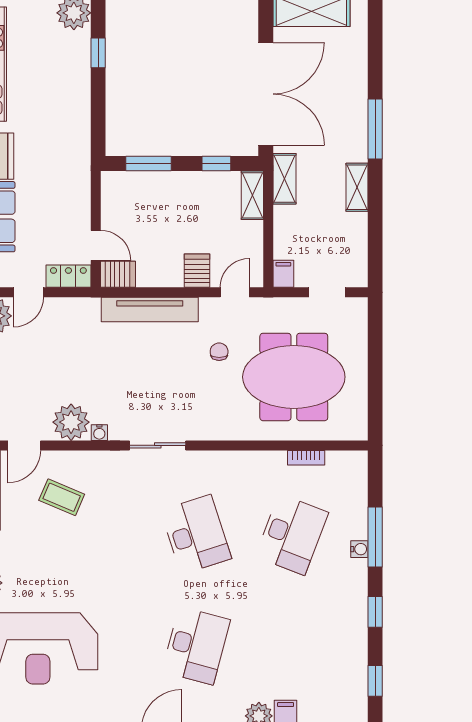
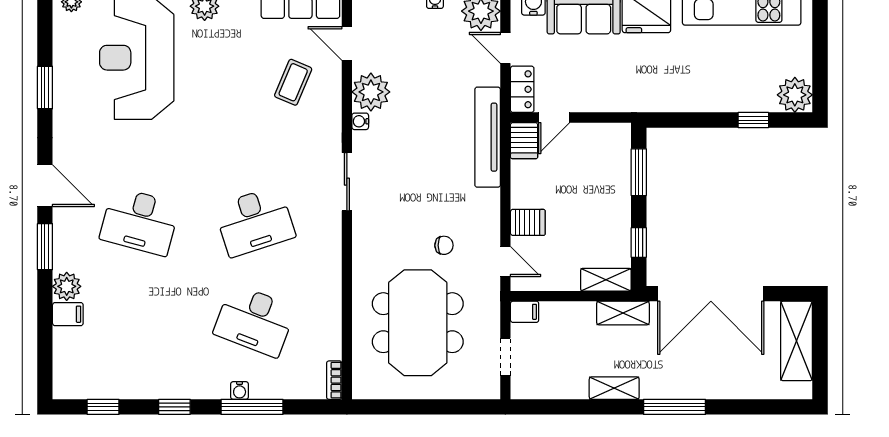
tv unit: (150, 310) -> (488, 137), moved
bookcase: (306, 458) -> (334, 380), moved

